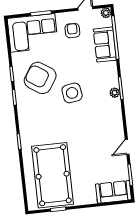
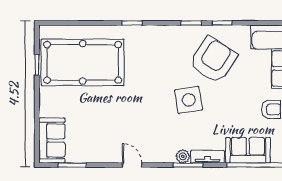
tv unit: (113, 74) -> (208, 157), added
door: (127, 147) -> (132, 165), moved

